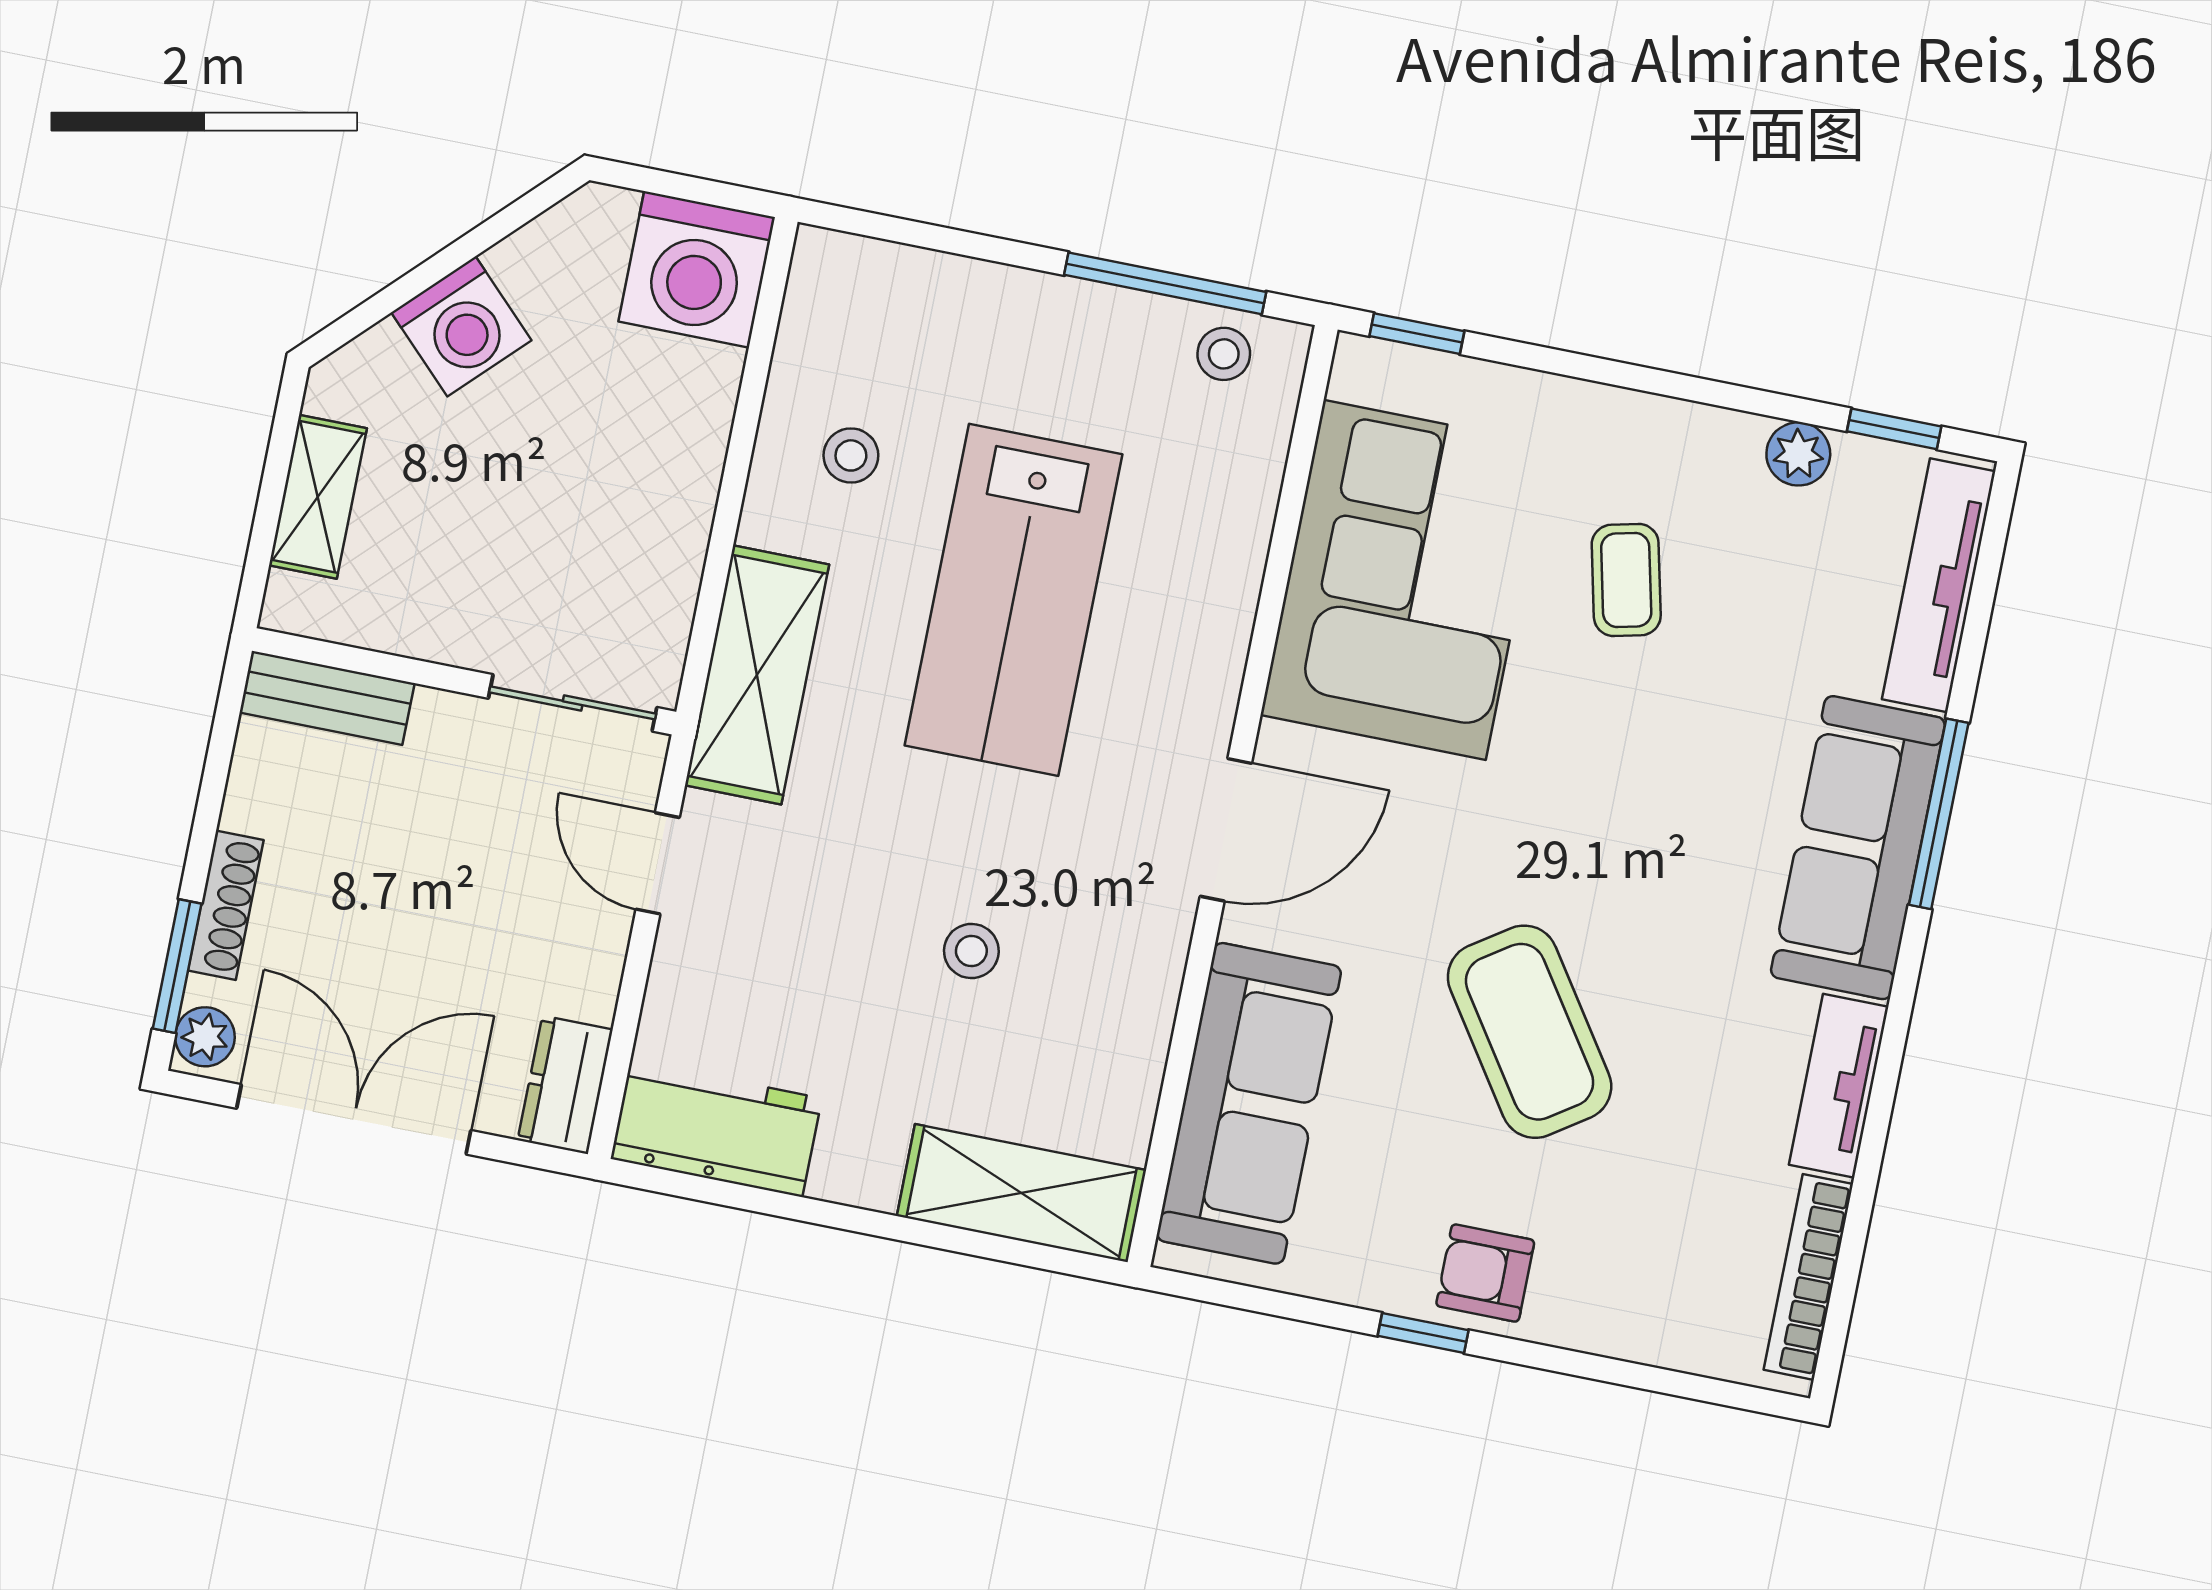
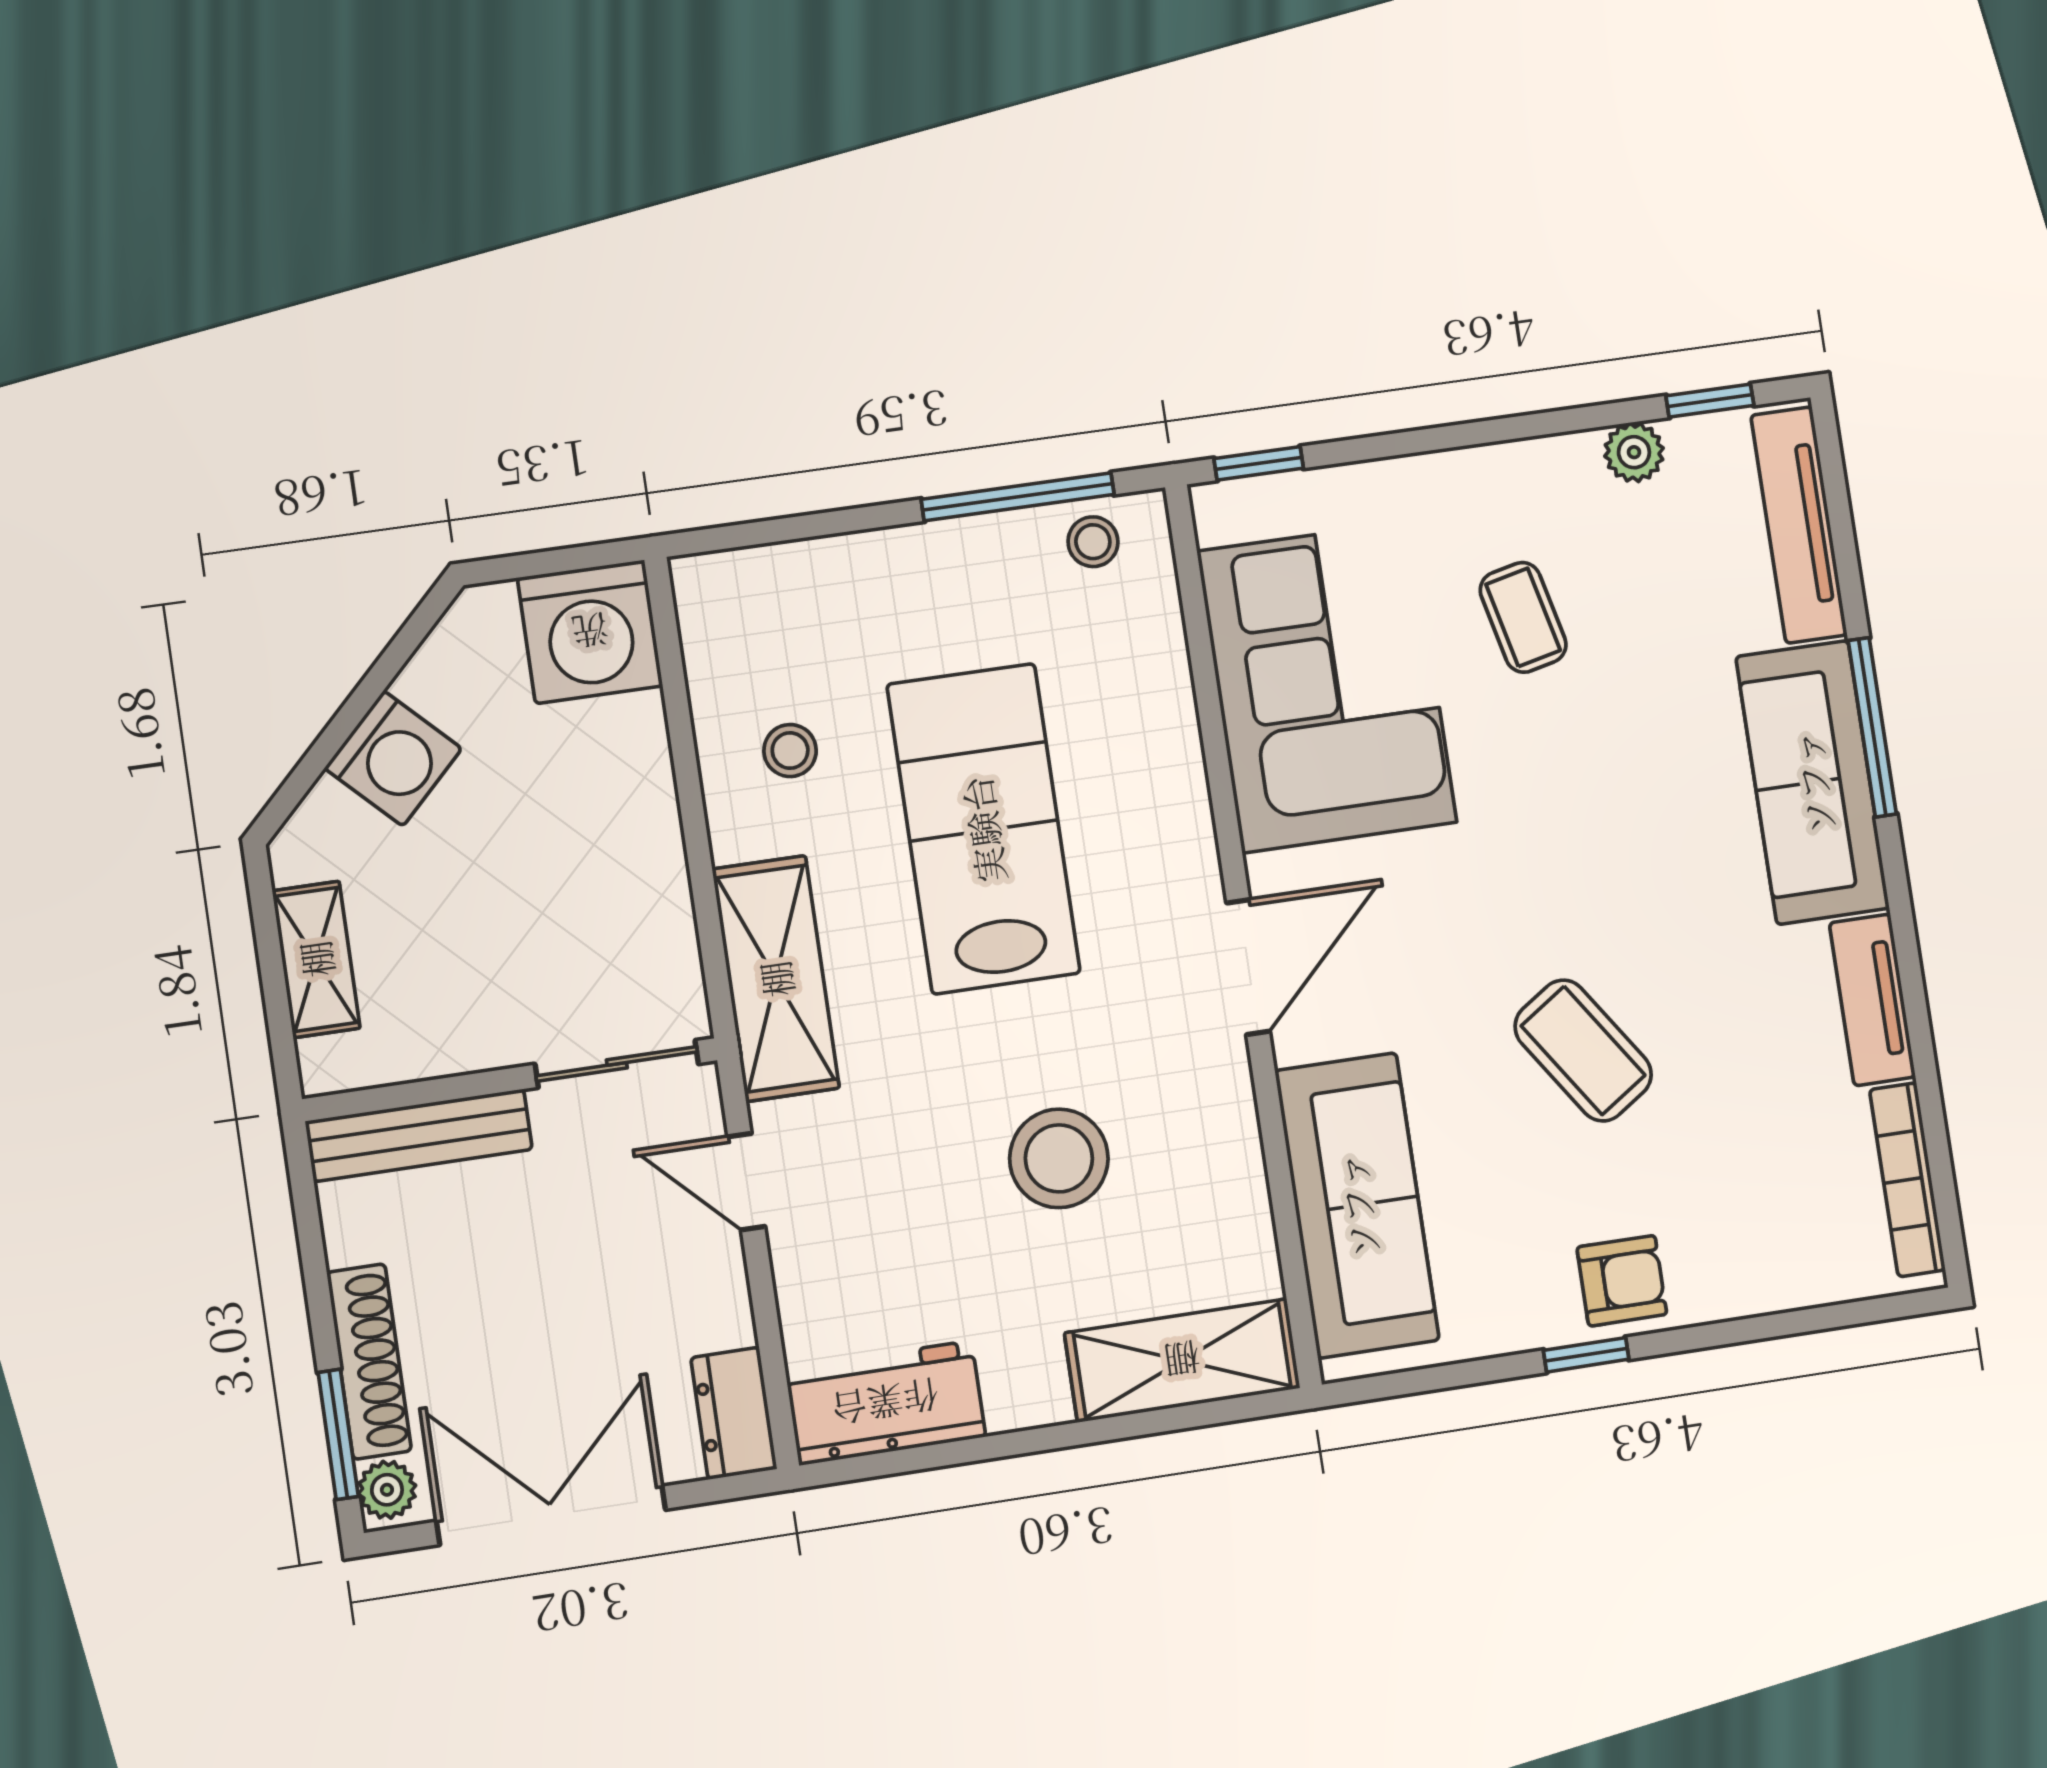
lab bench: (1014, 600) -> (983, 829), turned 180
bench: (327, 698) -> (419, 1135), width x1.36
shoe rack: (226, 905) -> (369, 1362), width x1.36, depth x1.24
stool: (971, 951) -> (1059, 1158), width x1.89, depth x1.89
coffee table: (1530, 1032) -> (1583, 1051), width x0.73, depth x0.76
armchair: (1485, 1273) -> (1622, 1281), turned 180

